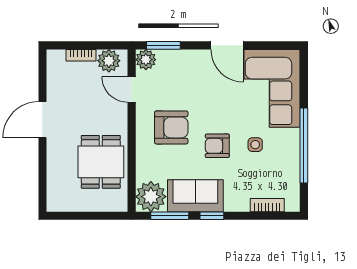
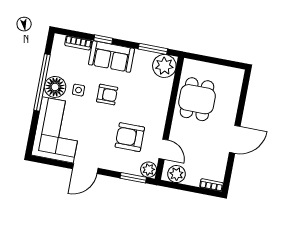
door: (227, 45) -> (85, 169), swing flipped
bookcase: (81, 55) -> (211, 185), moved
armchair: (171, 127) -> (130, 137), moved
floor lamp: (286, 143) -> (55, 87), added
sofa: (195, 196) -> (111, 57), moved
window: (212, 216) -> (103, 39), moved

